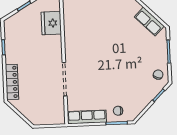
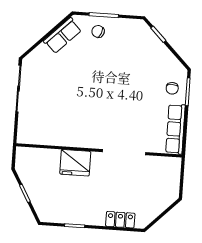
fridge: (51, 23) -> (75, 163), moved
chair: (158, 75) -> (98, 31), moved
locker: (12, 82) -> (120, 220), width x0.66

